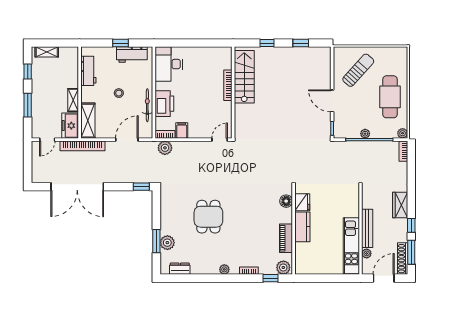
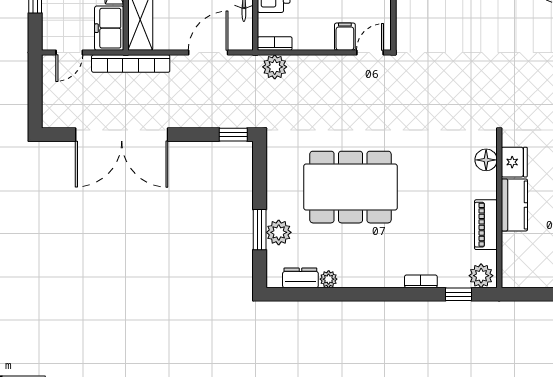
filing cabinet: (182, 130) -> (345, 37), moved
dining table: (208, 217) -> (350, 187), width x1.88, depth x1.24
plant: (224, 269) -> (329, 279), moved

